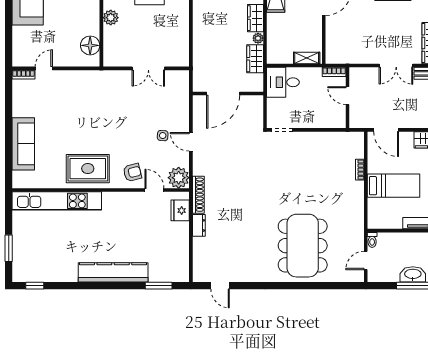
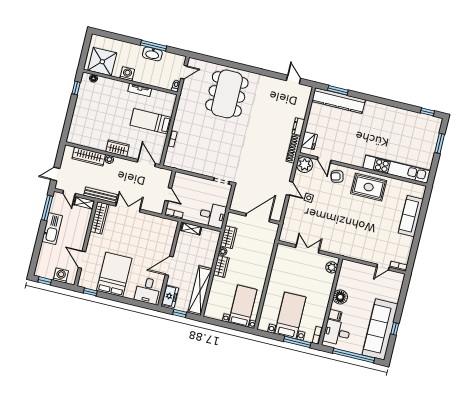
plant: (111, 18) -> (332, 267), moved
floor lamp: (90, 45) -> (340, 297), moved
kitchen counter: (113, 272) -> (339, 101), moved

